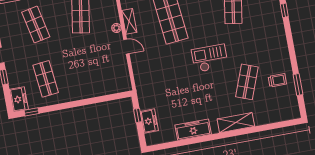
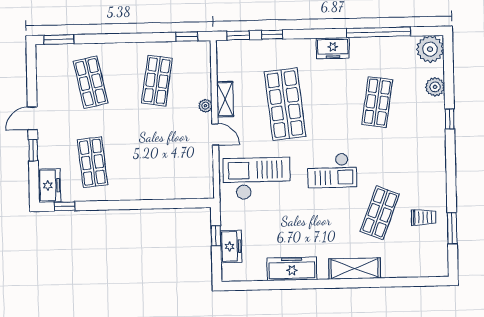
checkout: (210, 58) -> (332, 170), turned 180
checkout: (159, 72) -> (257, 179), added

